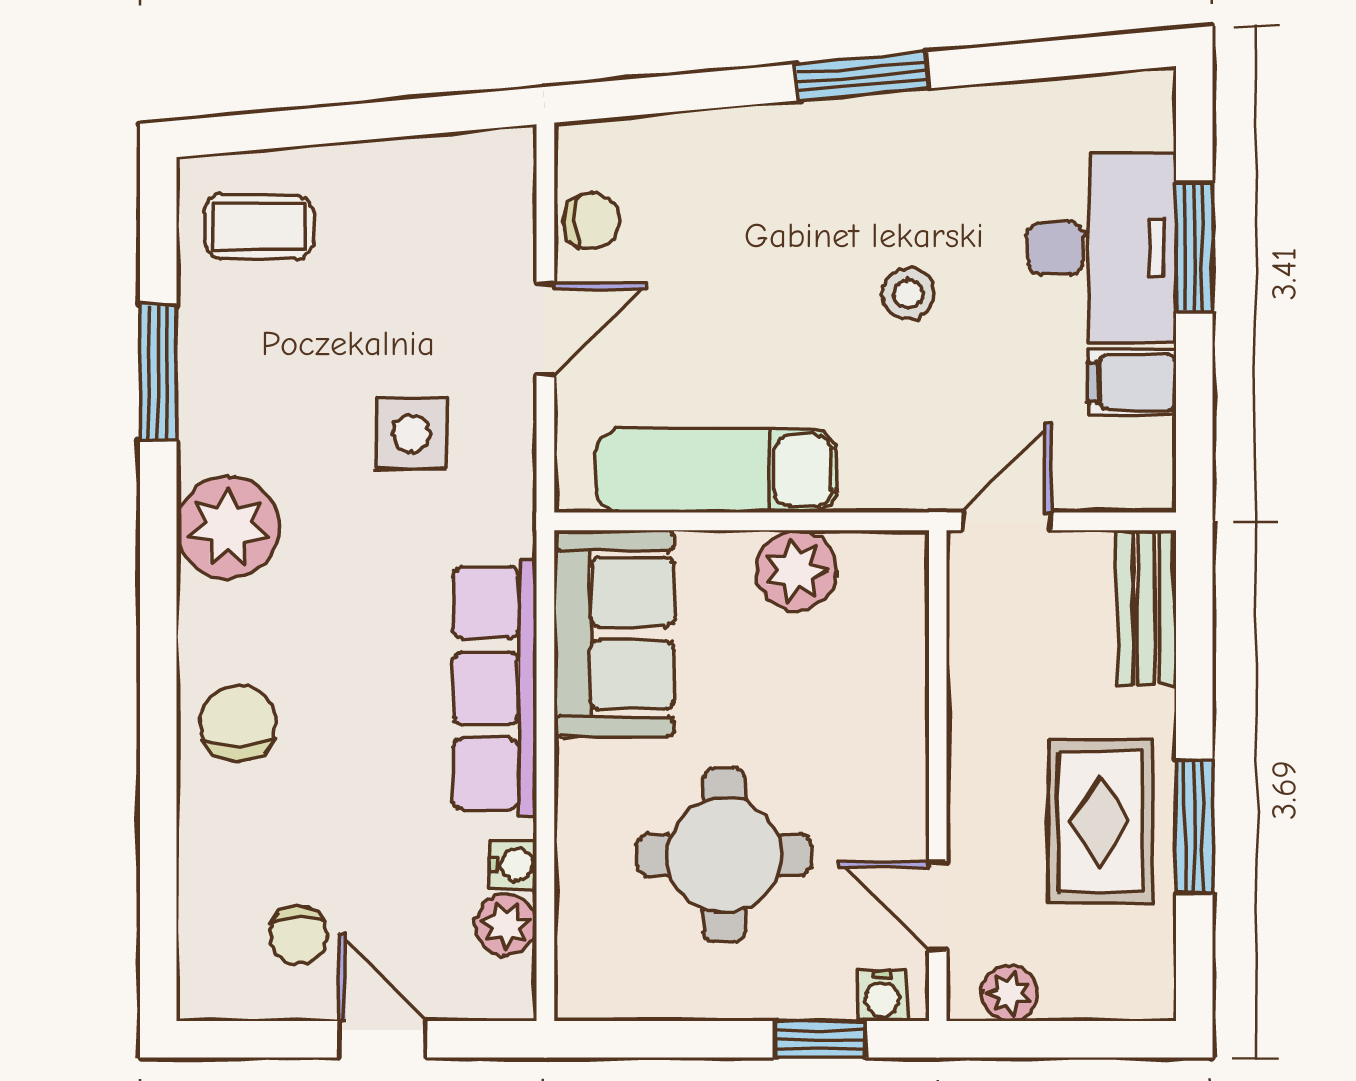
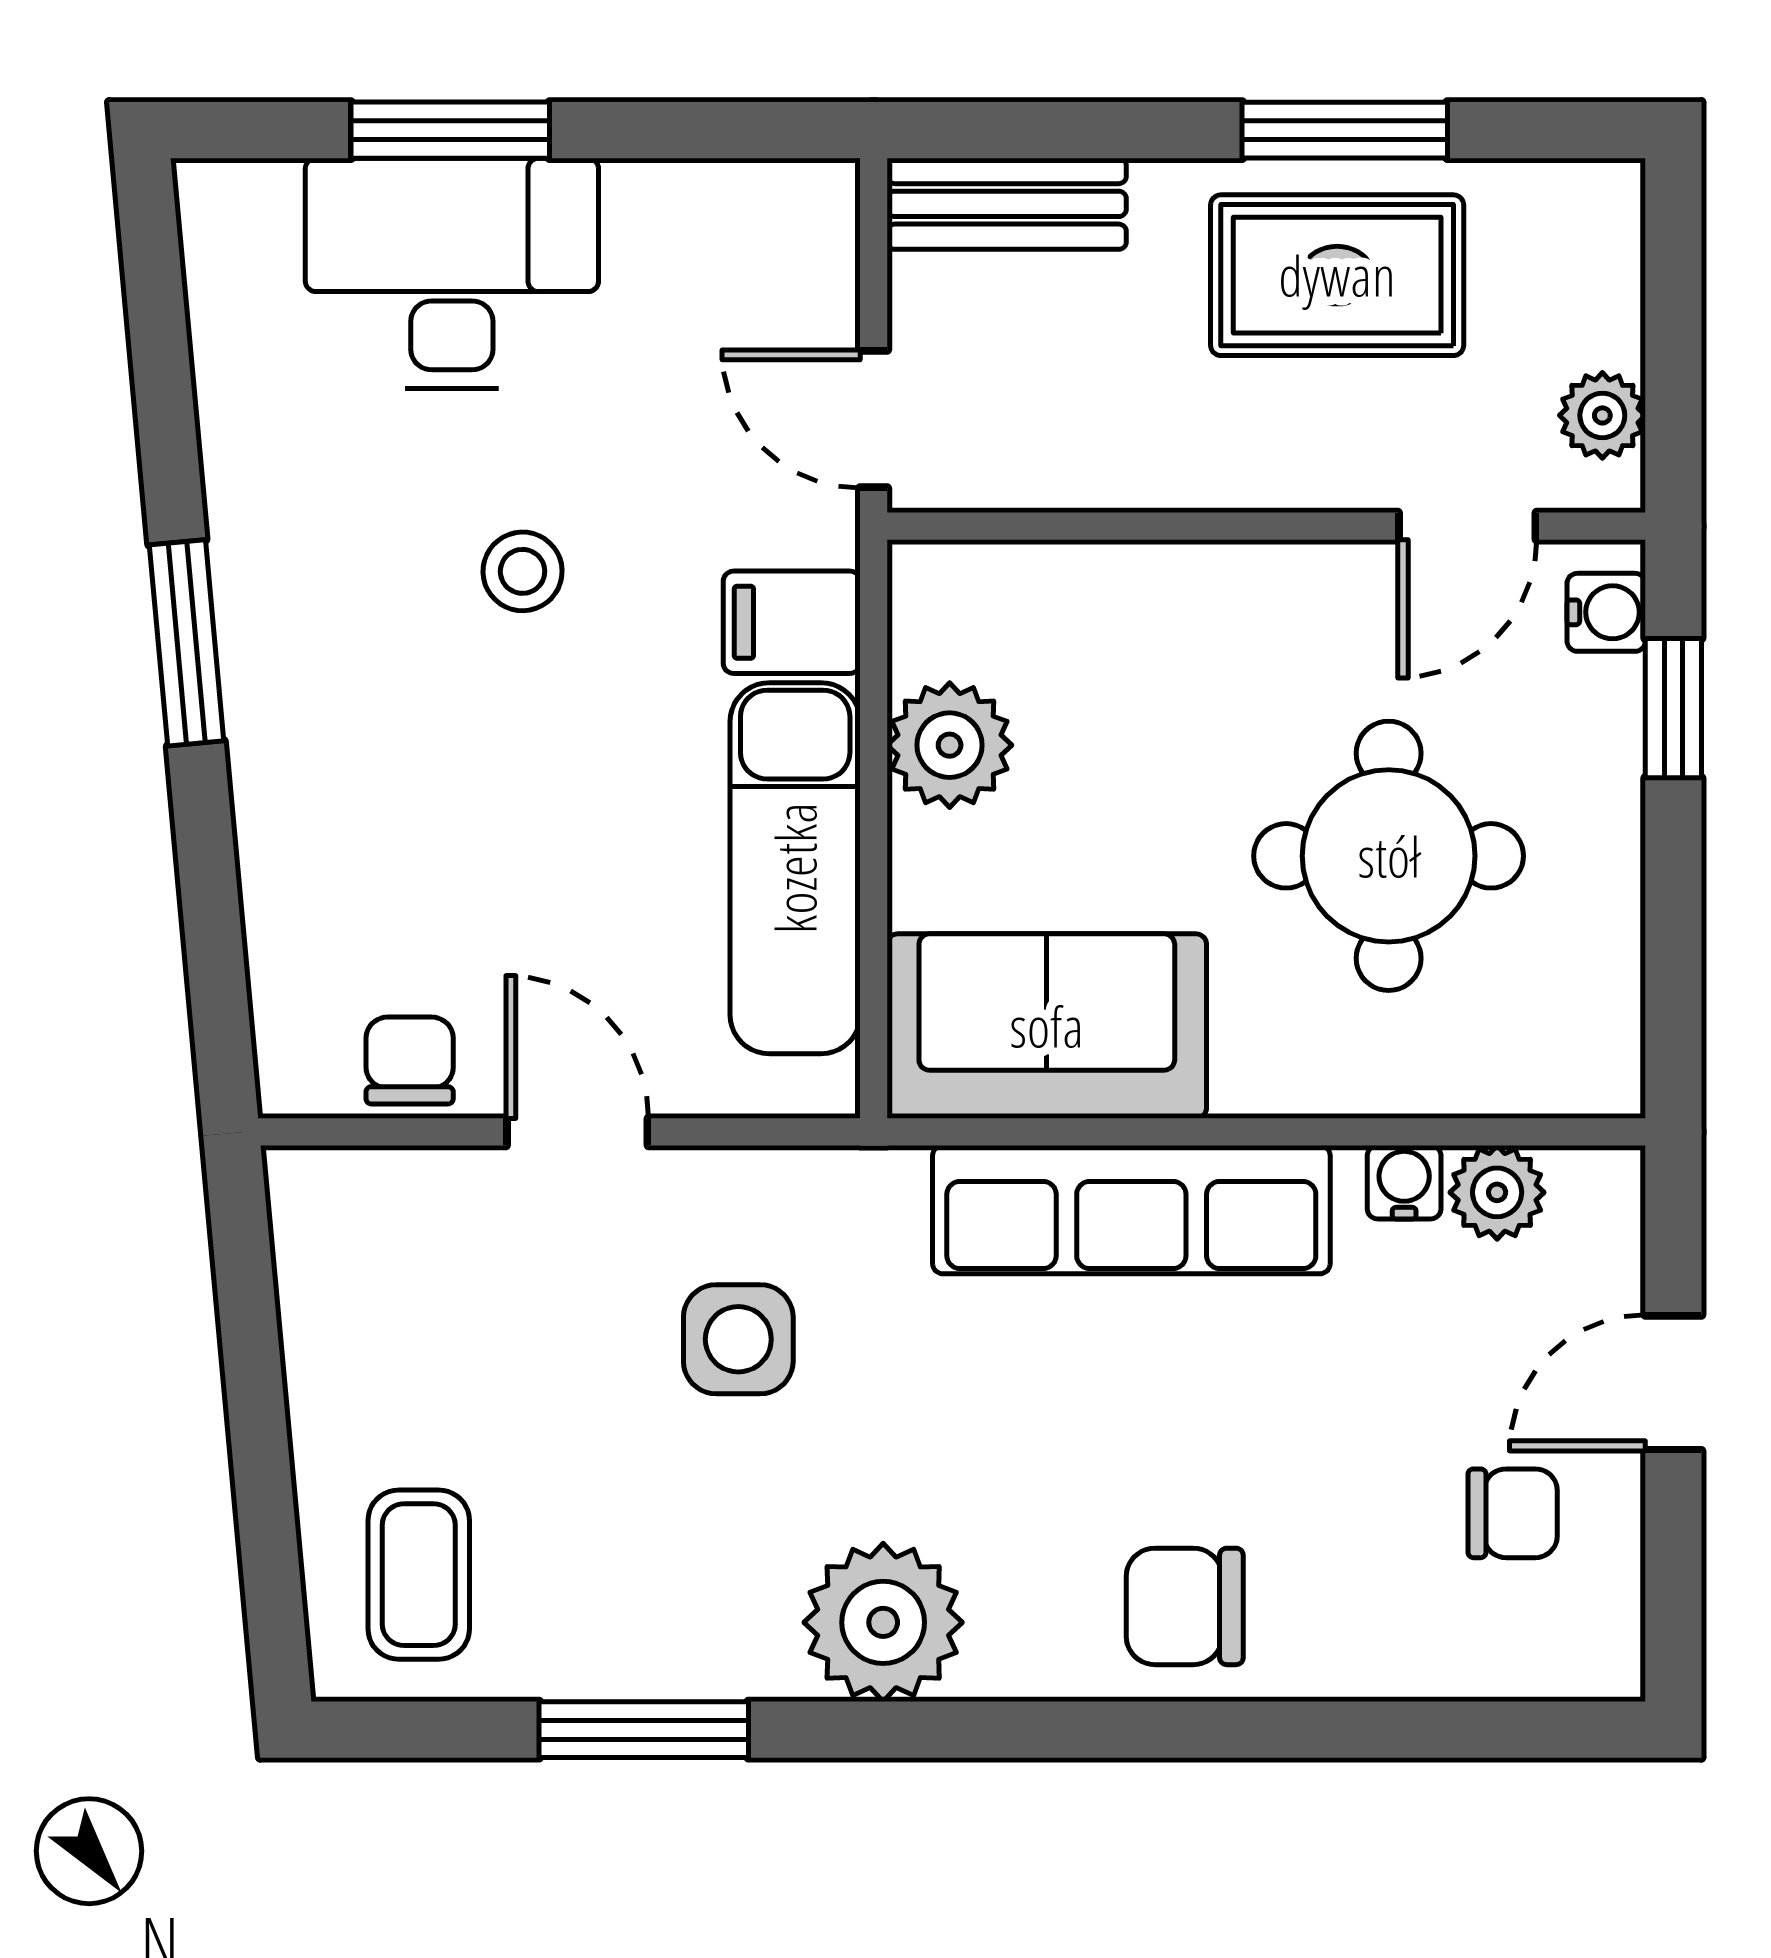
filing cabinet: (1132, 382) -> (792, 622), moved, turned 90

